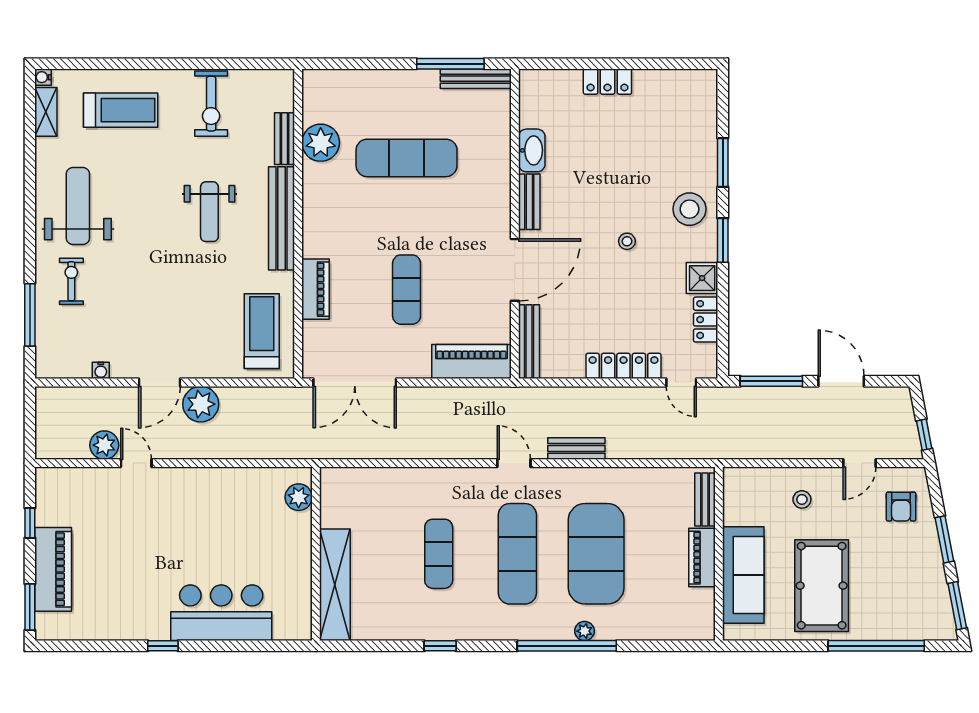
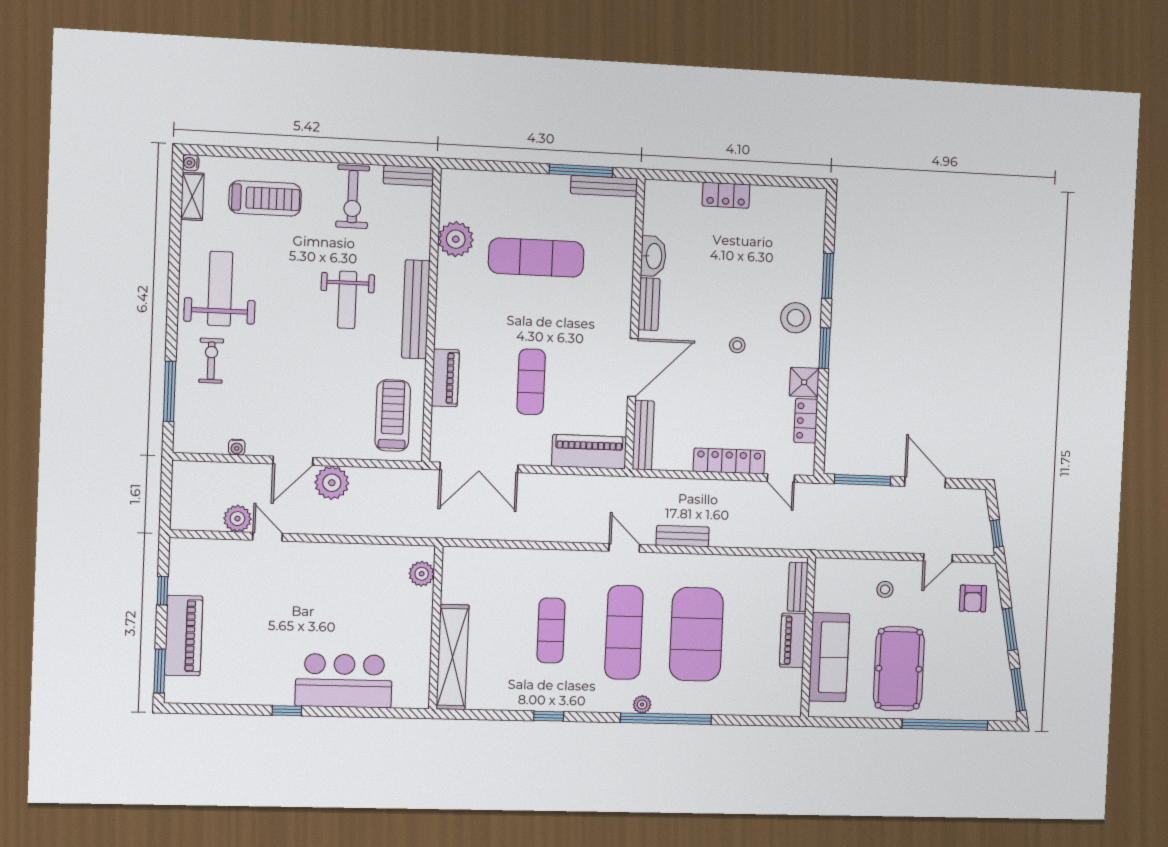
bench: (284, 139) -> (408, 176), moved, turned 90
plant: (585, 631) -> (642, 704), moved

